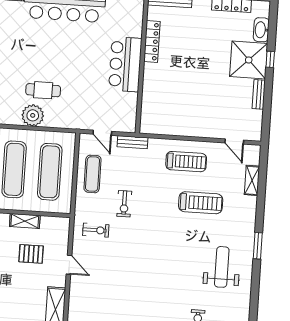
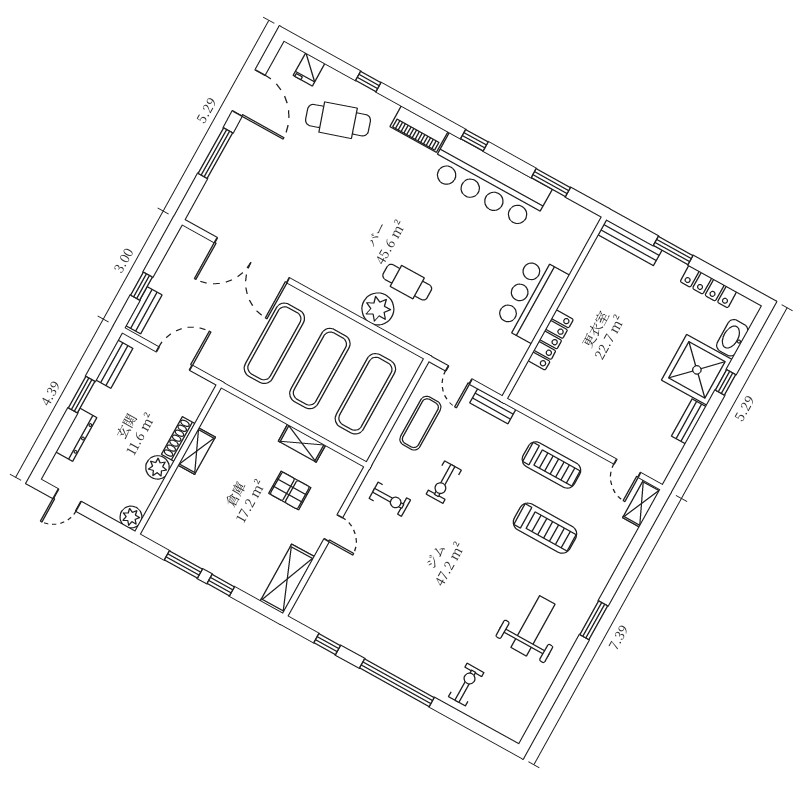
locker: (152, 42) -> (551, 340), moved
shelving: (252, 180) -> (641, 504), moved

